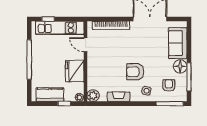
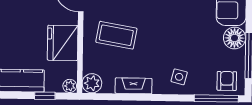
coffee table: (108, 66) -> (116, 35), added
armchair: (135, 72) -> (161, 46), removed
armchair: (169, 85) -> (227, 81), moved

